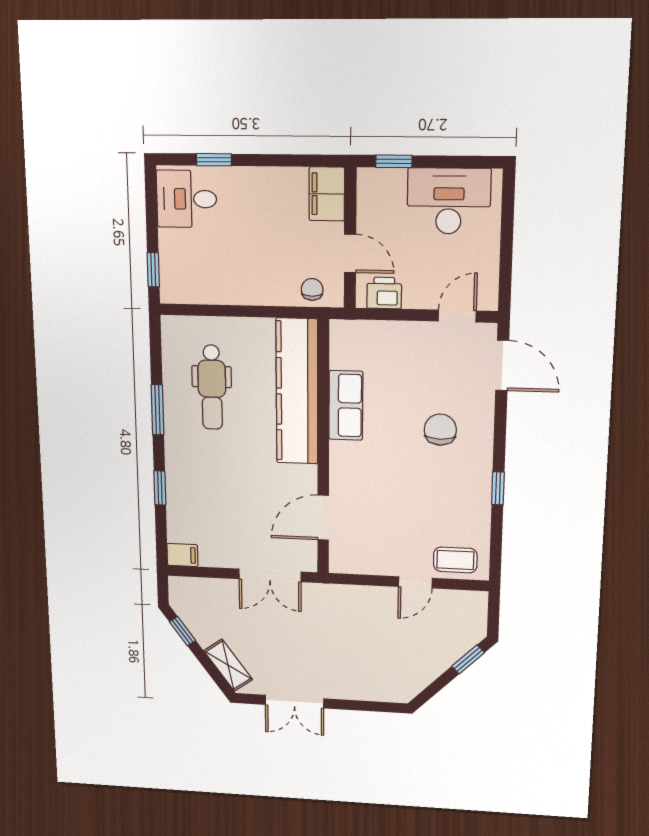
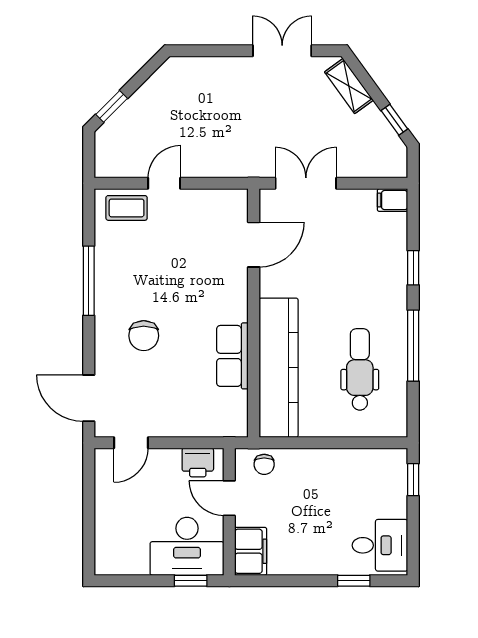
desk: (449, 201) -> (187, 546), moved
window: (158, 410) -> (413, 346), width x1.44
window: (498, 488) -> (89, 281), width x2.17

